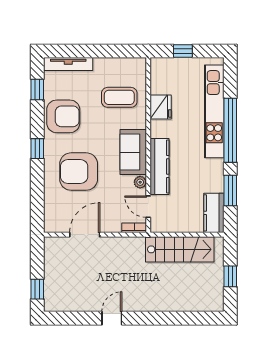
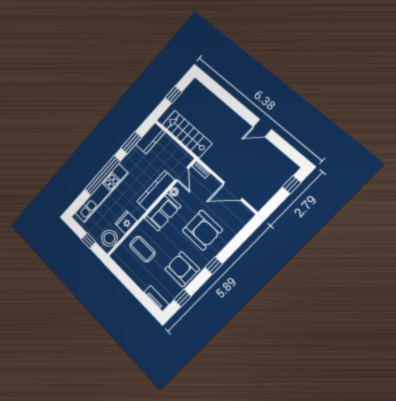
tv unit: (68, 64) -> (156, 298), width x0.71
stool: (163, 75) -> (109, 238), added

